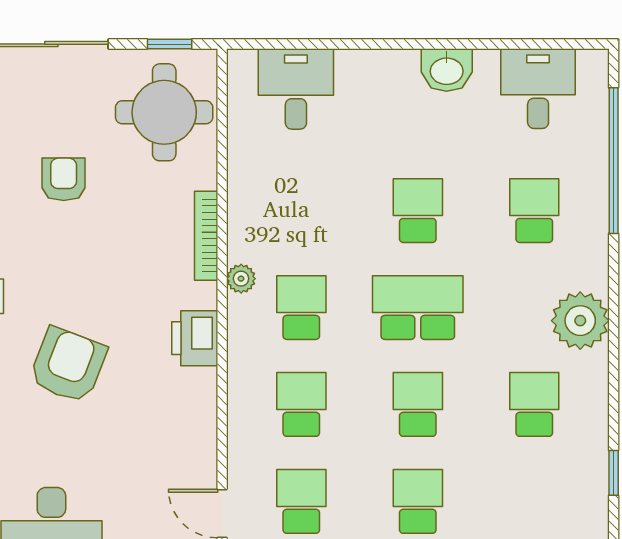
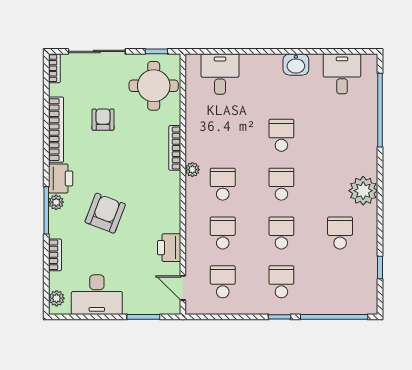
school desk: (534, 211) -> (340, 135), removed
school desk: (418, 308) -> (281, 184), width x0.54
printer: (195, 338) -> (169, 248), moved

